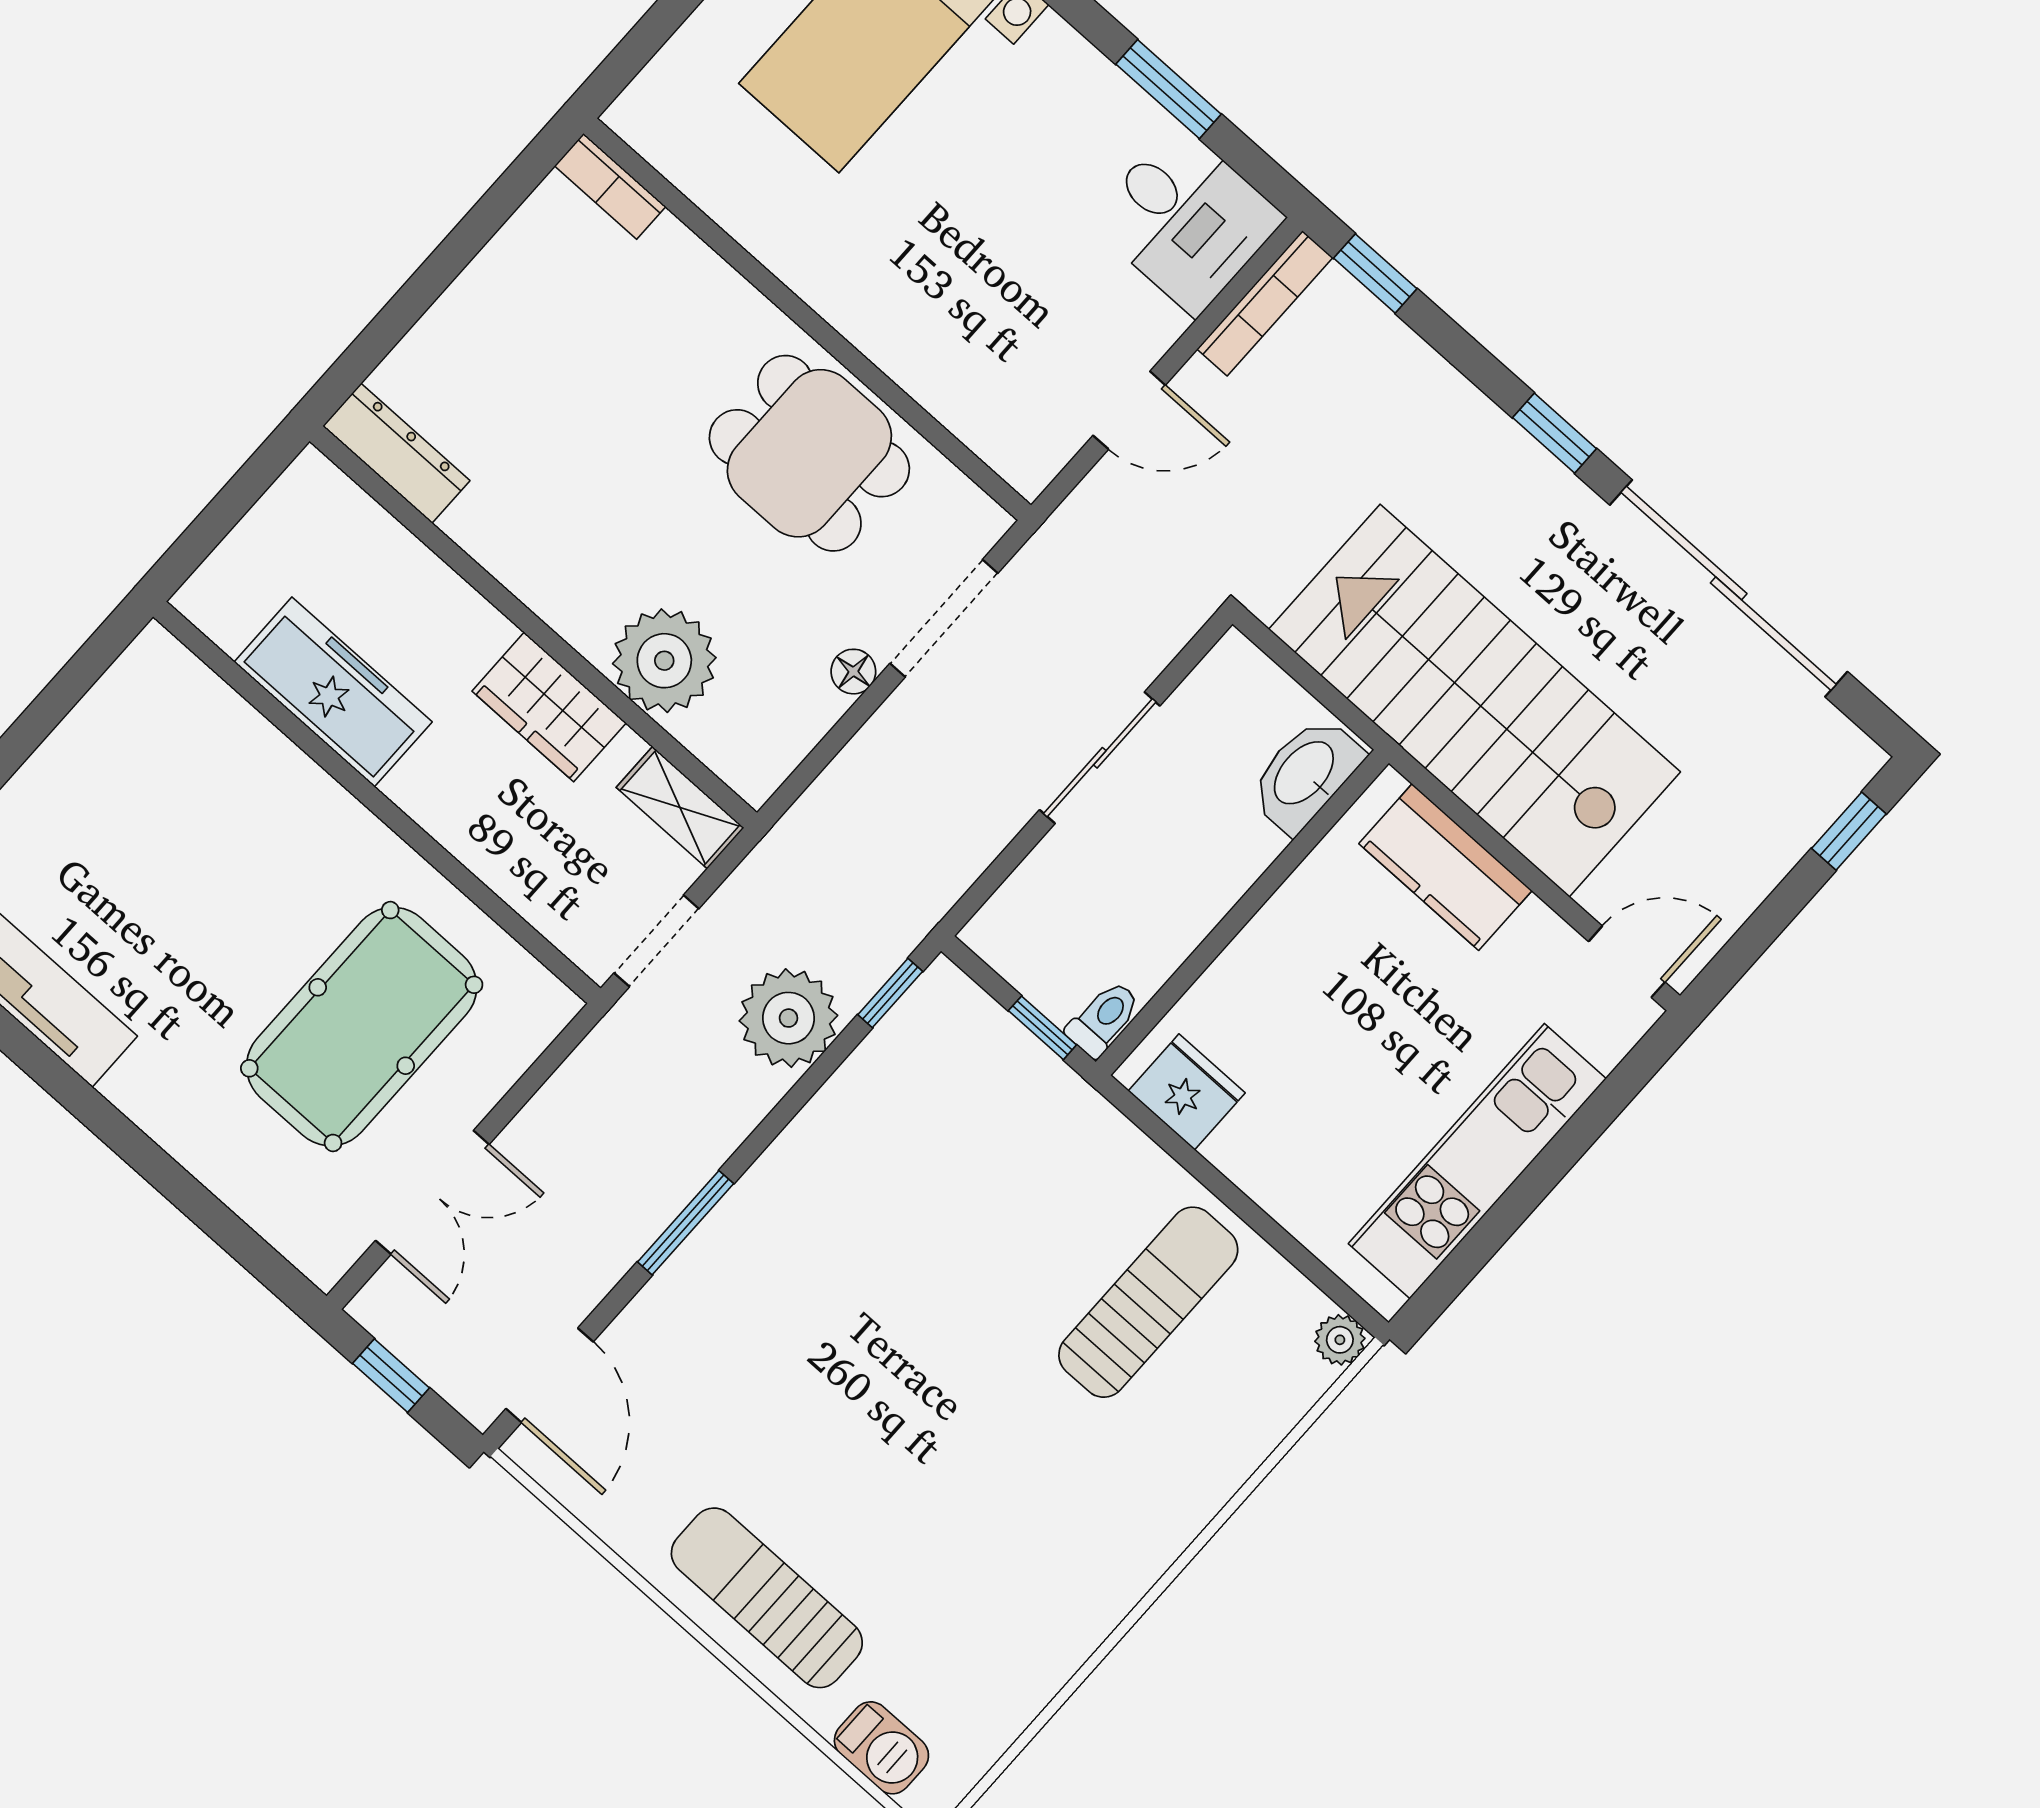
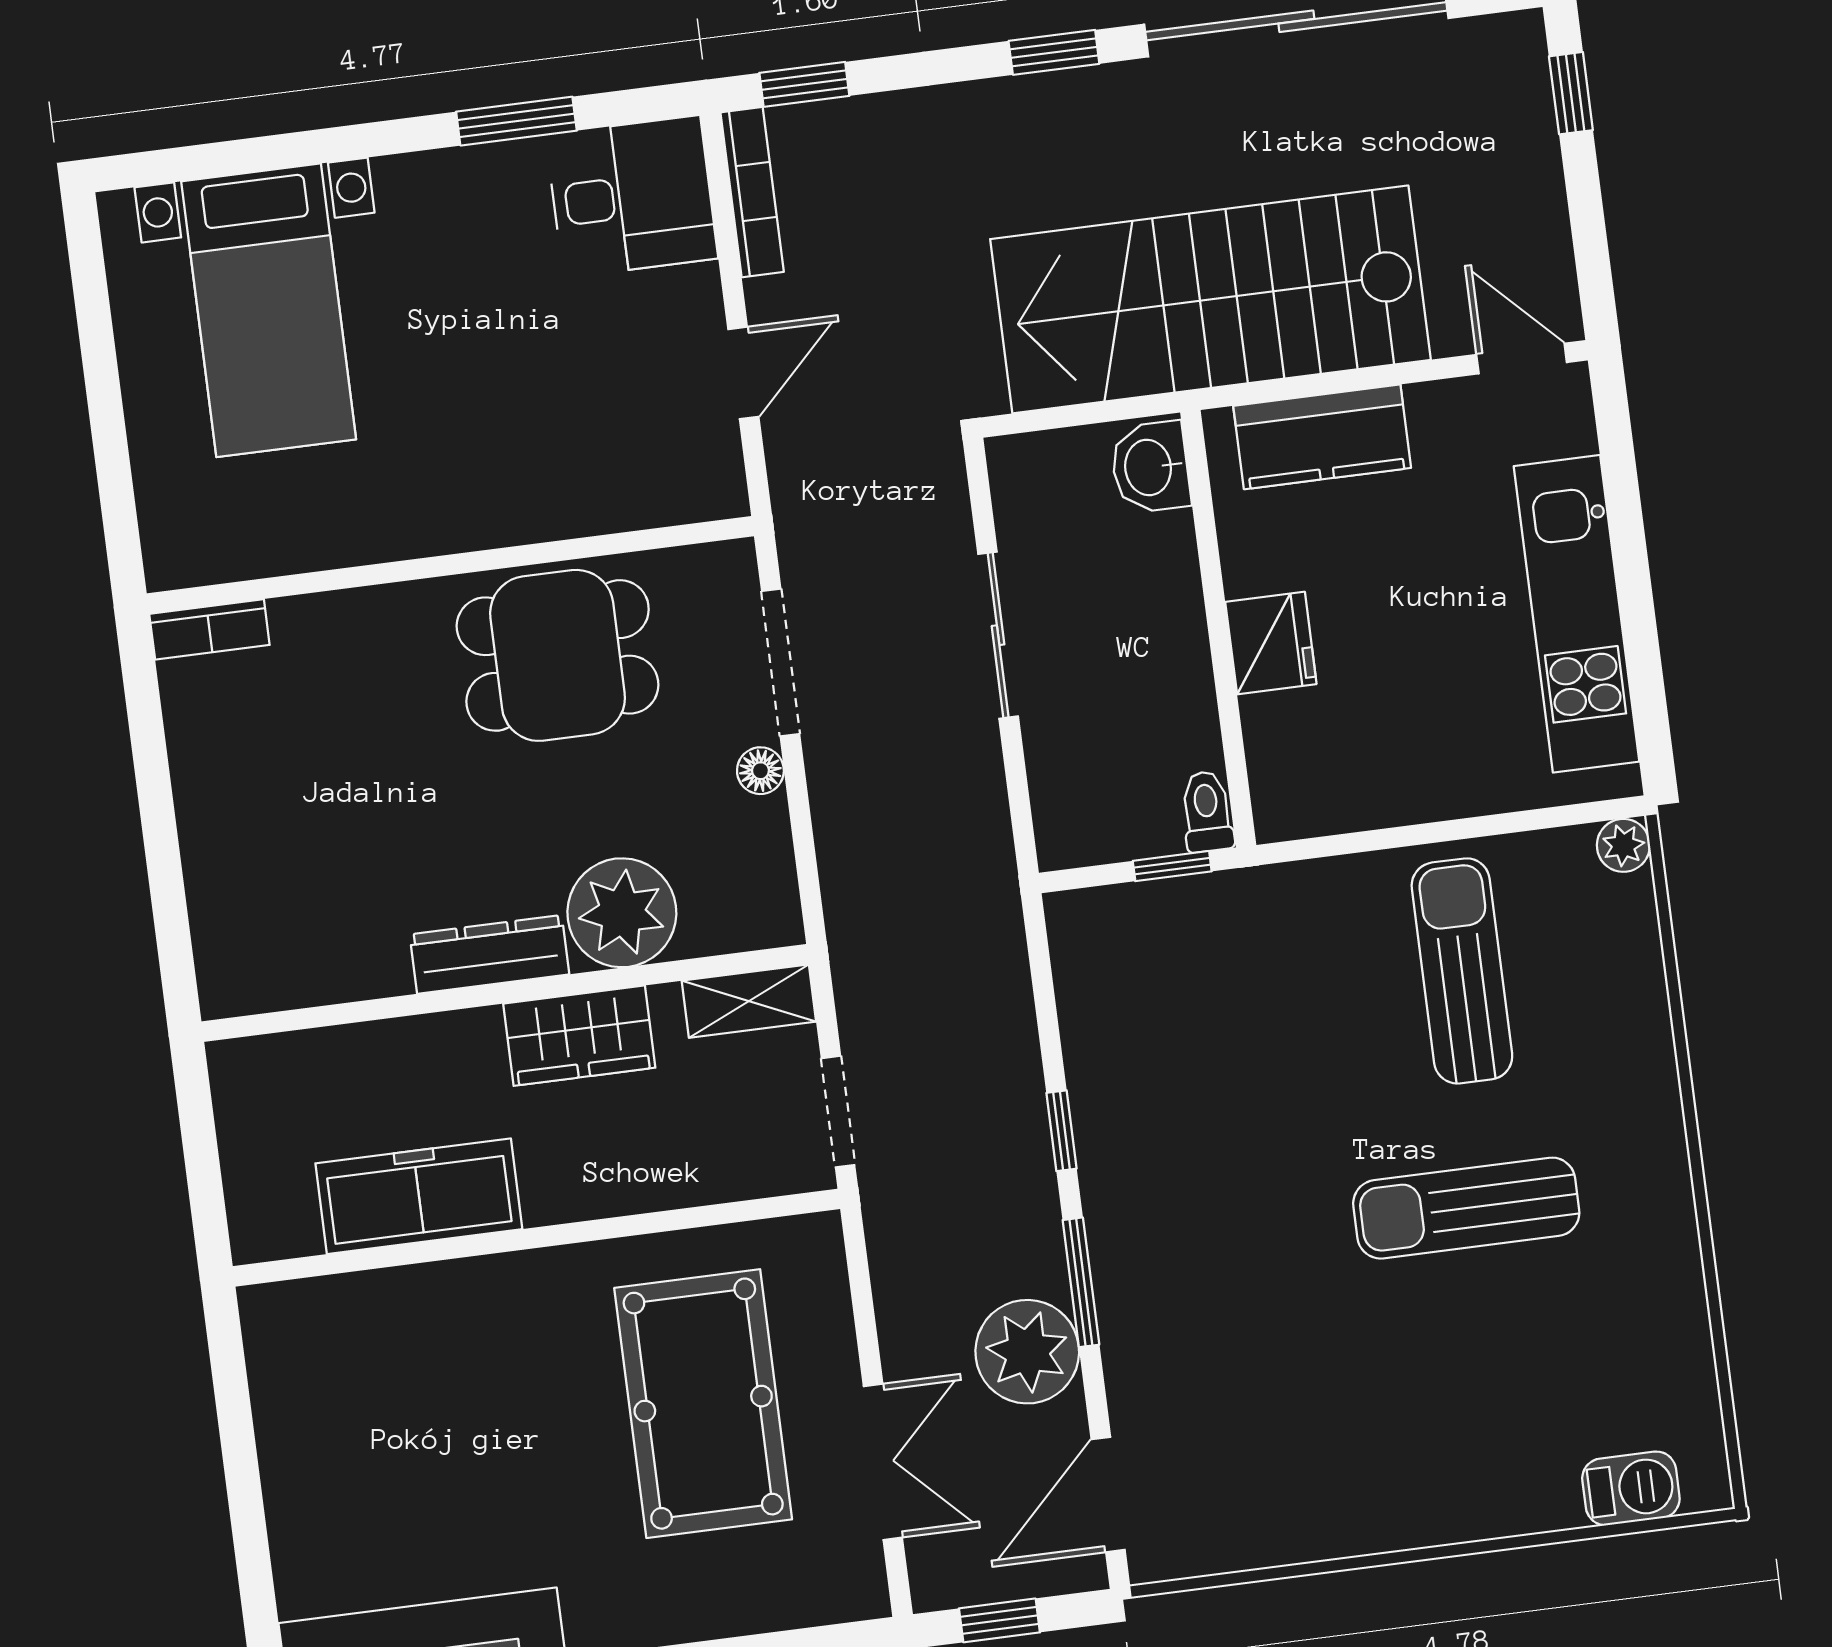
dresser: (396, 453) -> (489, 954), moved
washbasin: (1305, 774) -> (1150, 467), width x0.72
door: (1627, 962) -> (1522, 359), hinge flipped
window: (890, 993) -> (1062, 1131), moved
plant: (788, 1018) -> (1027, 1352), moved
fridge: (1187, 1092) -> (1271, 643), moved, turned 90
door: (550, 1375) -> (1108, 1495), swing flipped
sun lounger: (767, 1598) -> (1466, 1208), moved

